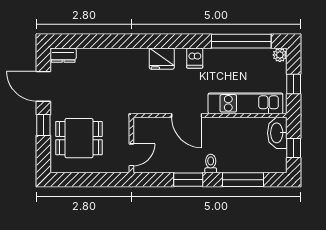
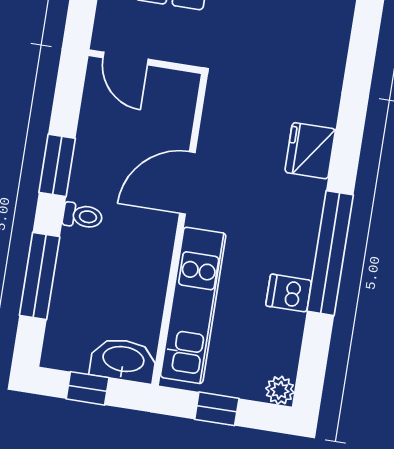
window: (241, 41) -> (330, 253), moved
dishwasher: (195, 58) -> (289, 293), moved

